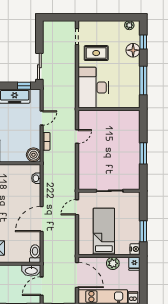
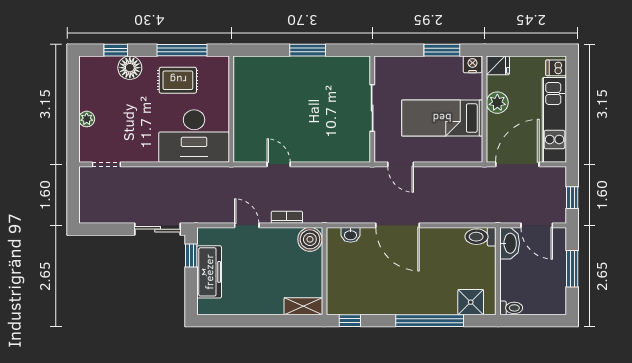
plant: (129, 25) -> (87, 119), moved
rug: (96, 53) -> (178, 80), moved, turned 90
door: (42, 219) -> (398, 225), moved

